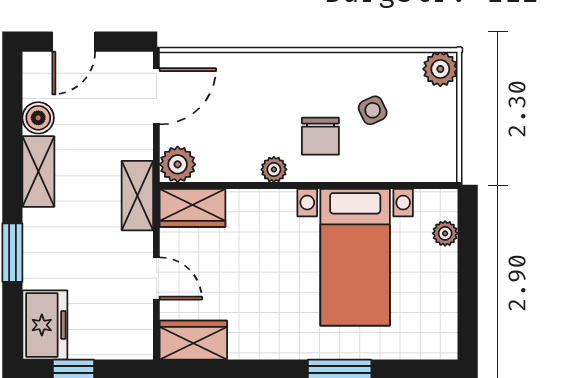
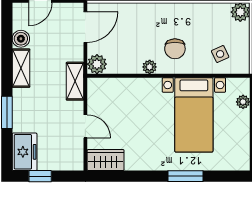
side table: (373, 110) -> (220, 54), moved
wardrobe: (193, 208) -> (105, 88), removed

